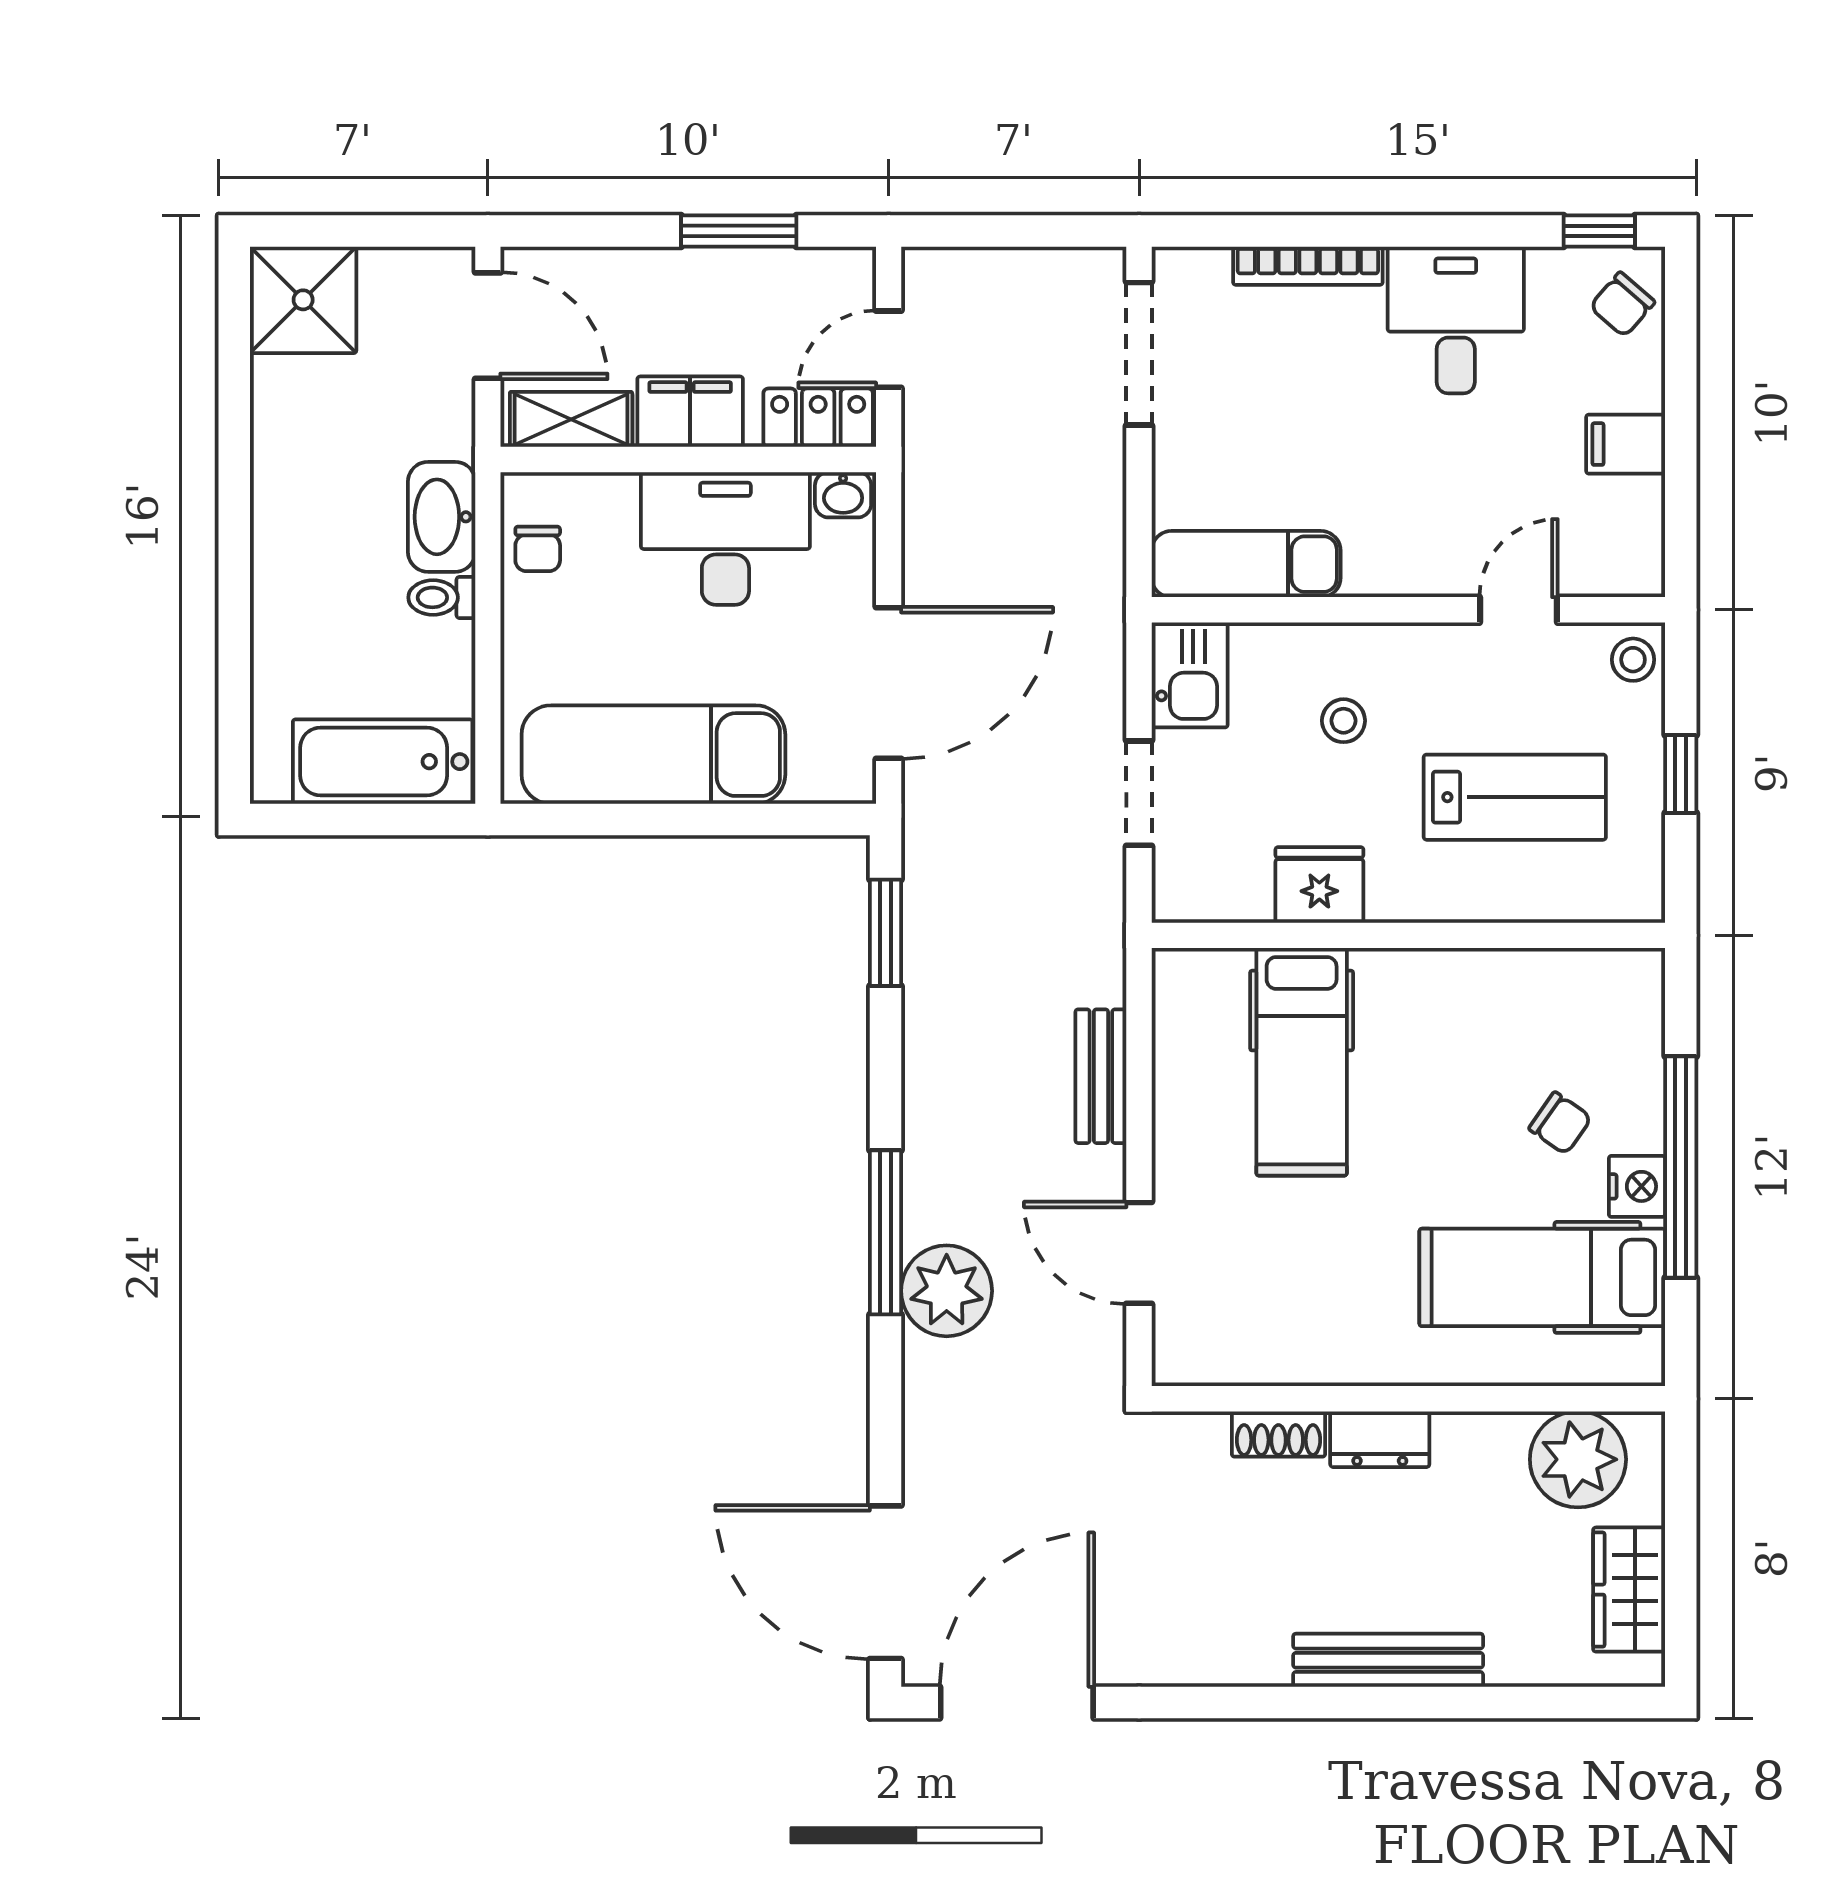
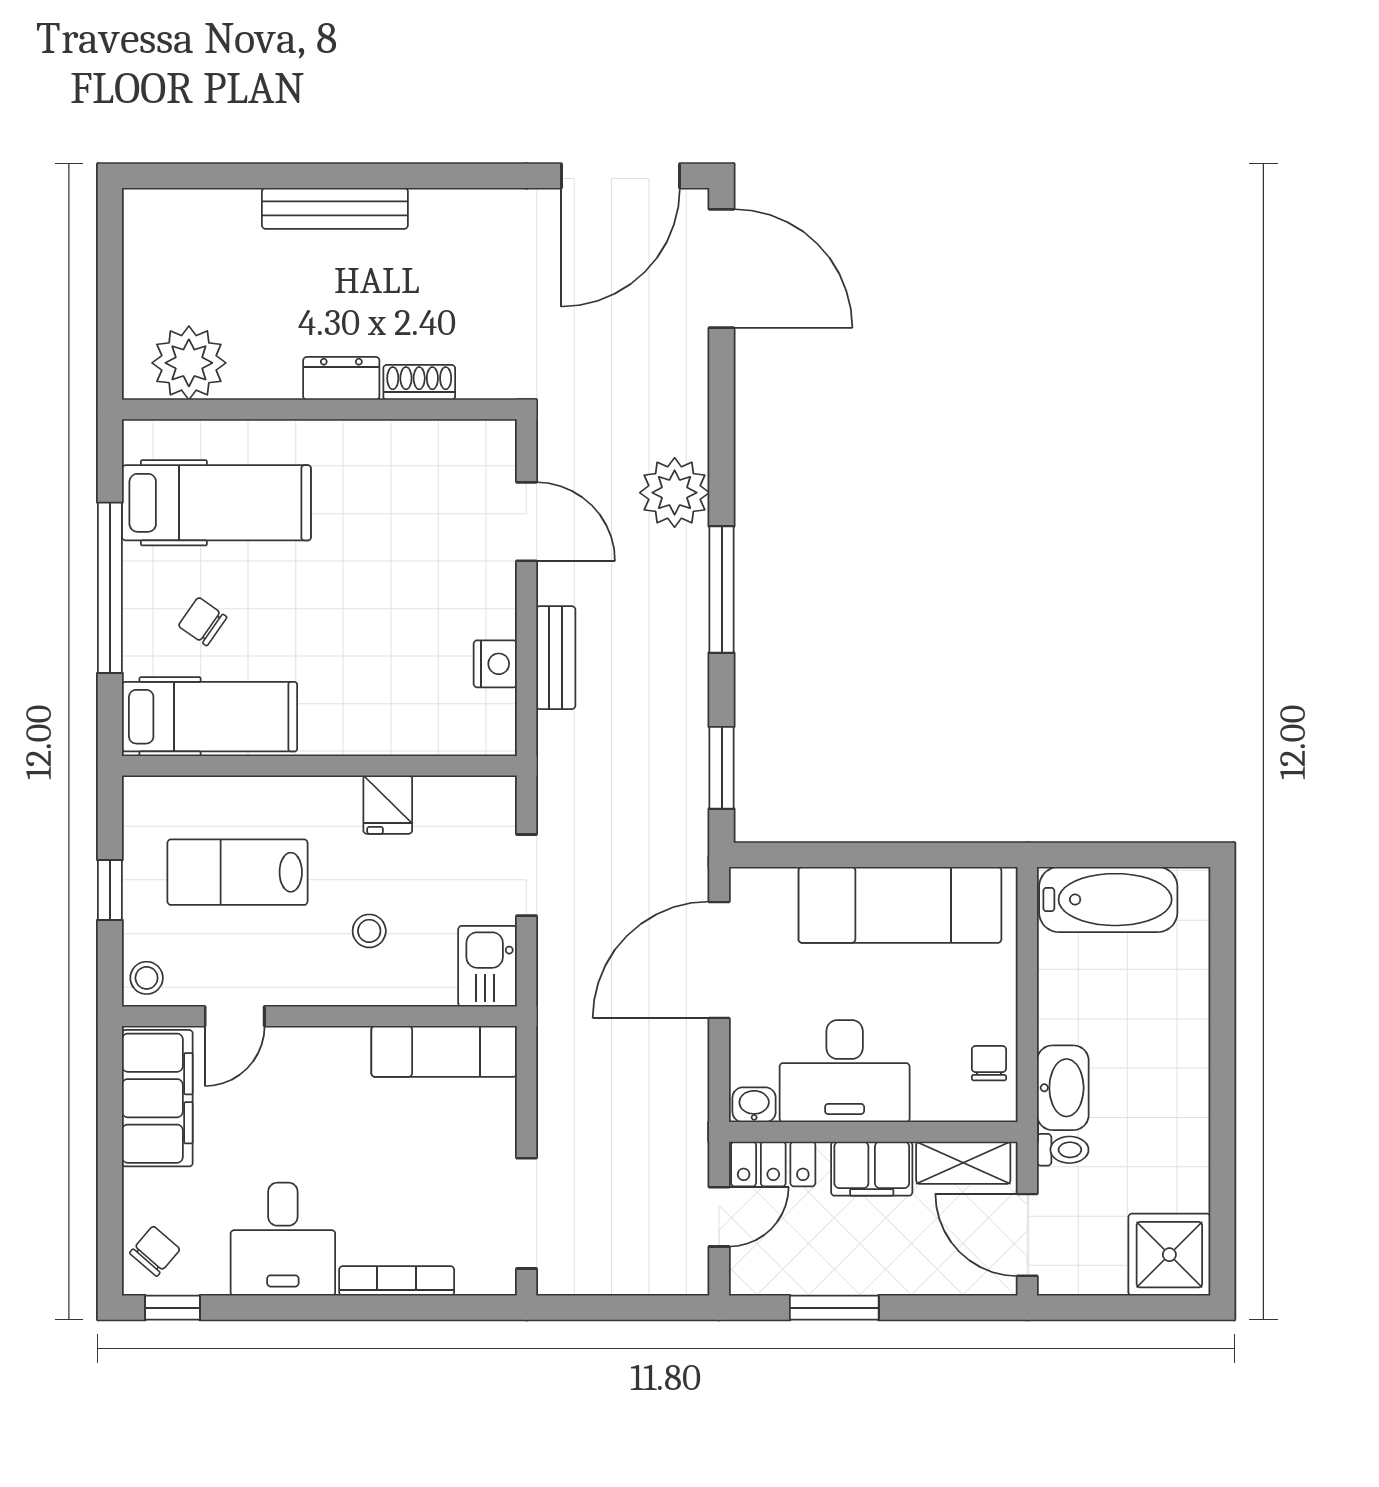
filing cabinet: (1626, 444) -> (157, 1098), width x3.00, depth x1.17
toilet: (442, 597) -> (1063, 1150), moved
fridge: (1319, 885) -> (388, 805), width x0.72
hospital bed: (1302, 1062) -> (210, 717), moved, turned 90
nightstand: (1637, 1186) -> (495, 664), moved, turned 180
window: (885, 1232) -> (722, 589), moved
wardrobe: (1629, 1590) -> (150, 263), removed

